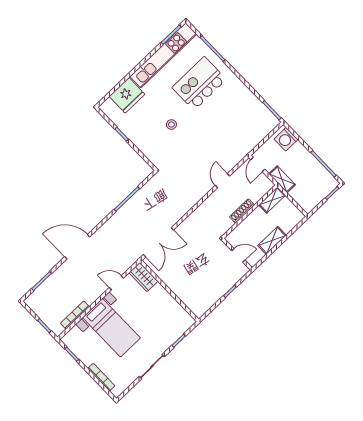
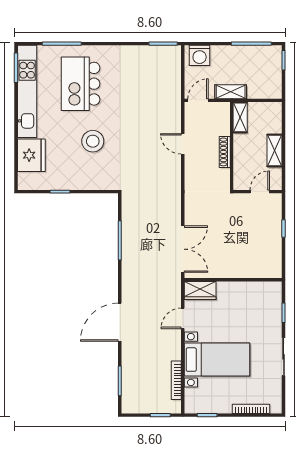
stool: (171, 124) -> (93, 141), width x1.89, depth x1.89
door: (258, 165) -> (198, 100), swing flipped

